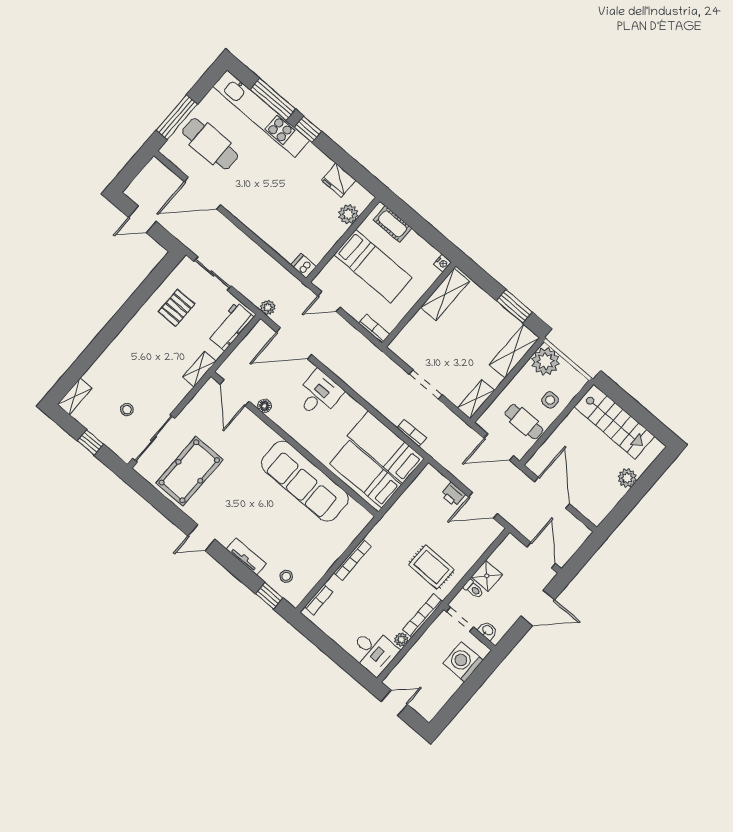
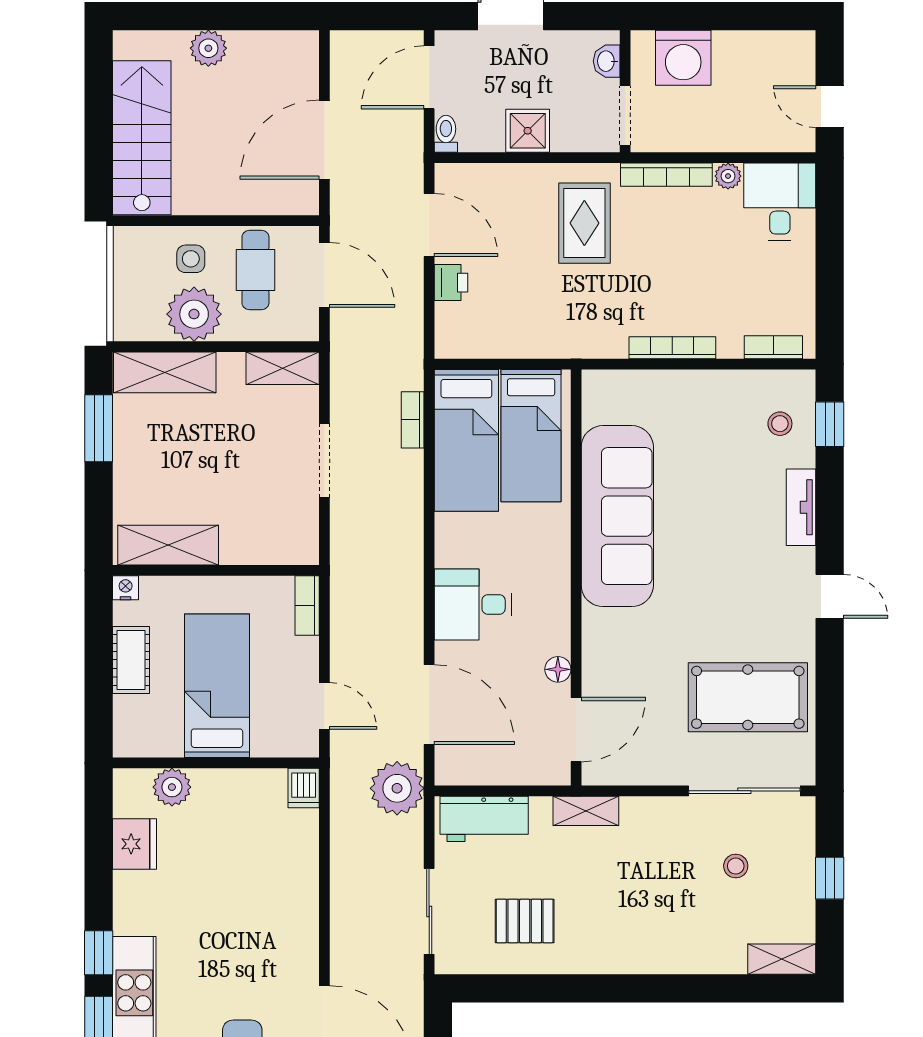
cot: (392, 224) -> (131, 660), moved
plant: (268, 307) -> (397, 788), width x1.88, depth x1.88
plant: (546, 361) -> (194, 314), moved
toilet: (473, 589) -> (446, 134), moved

